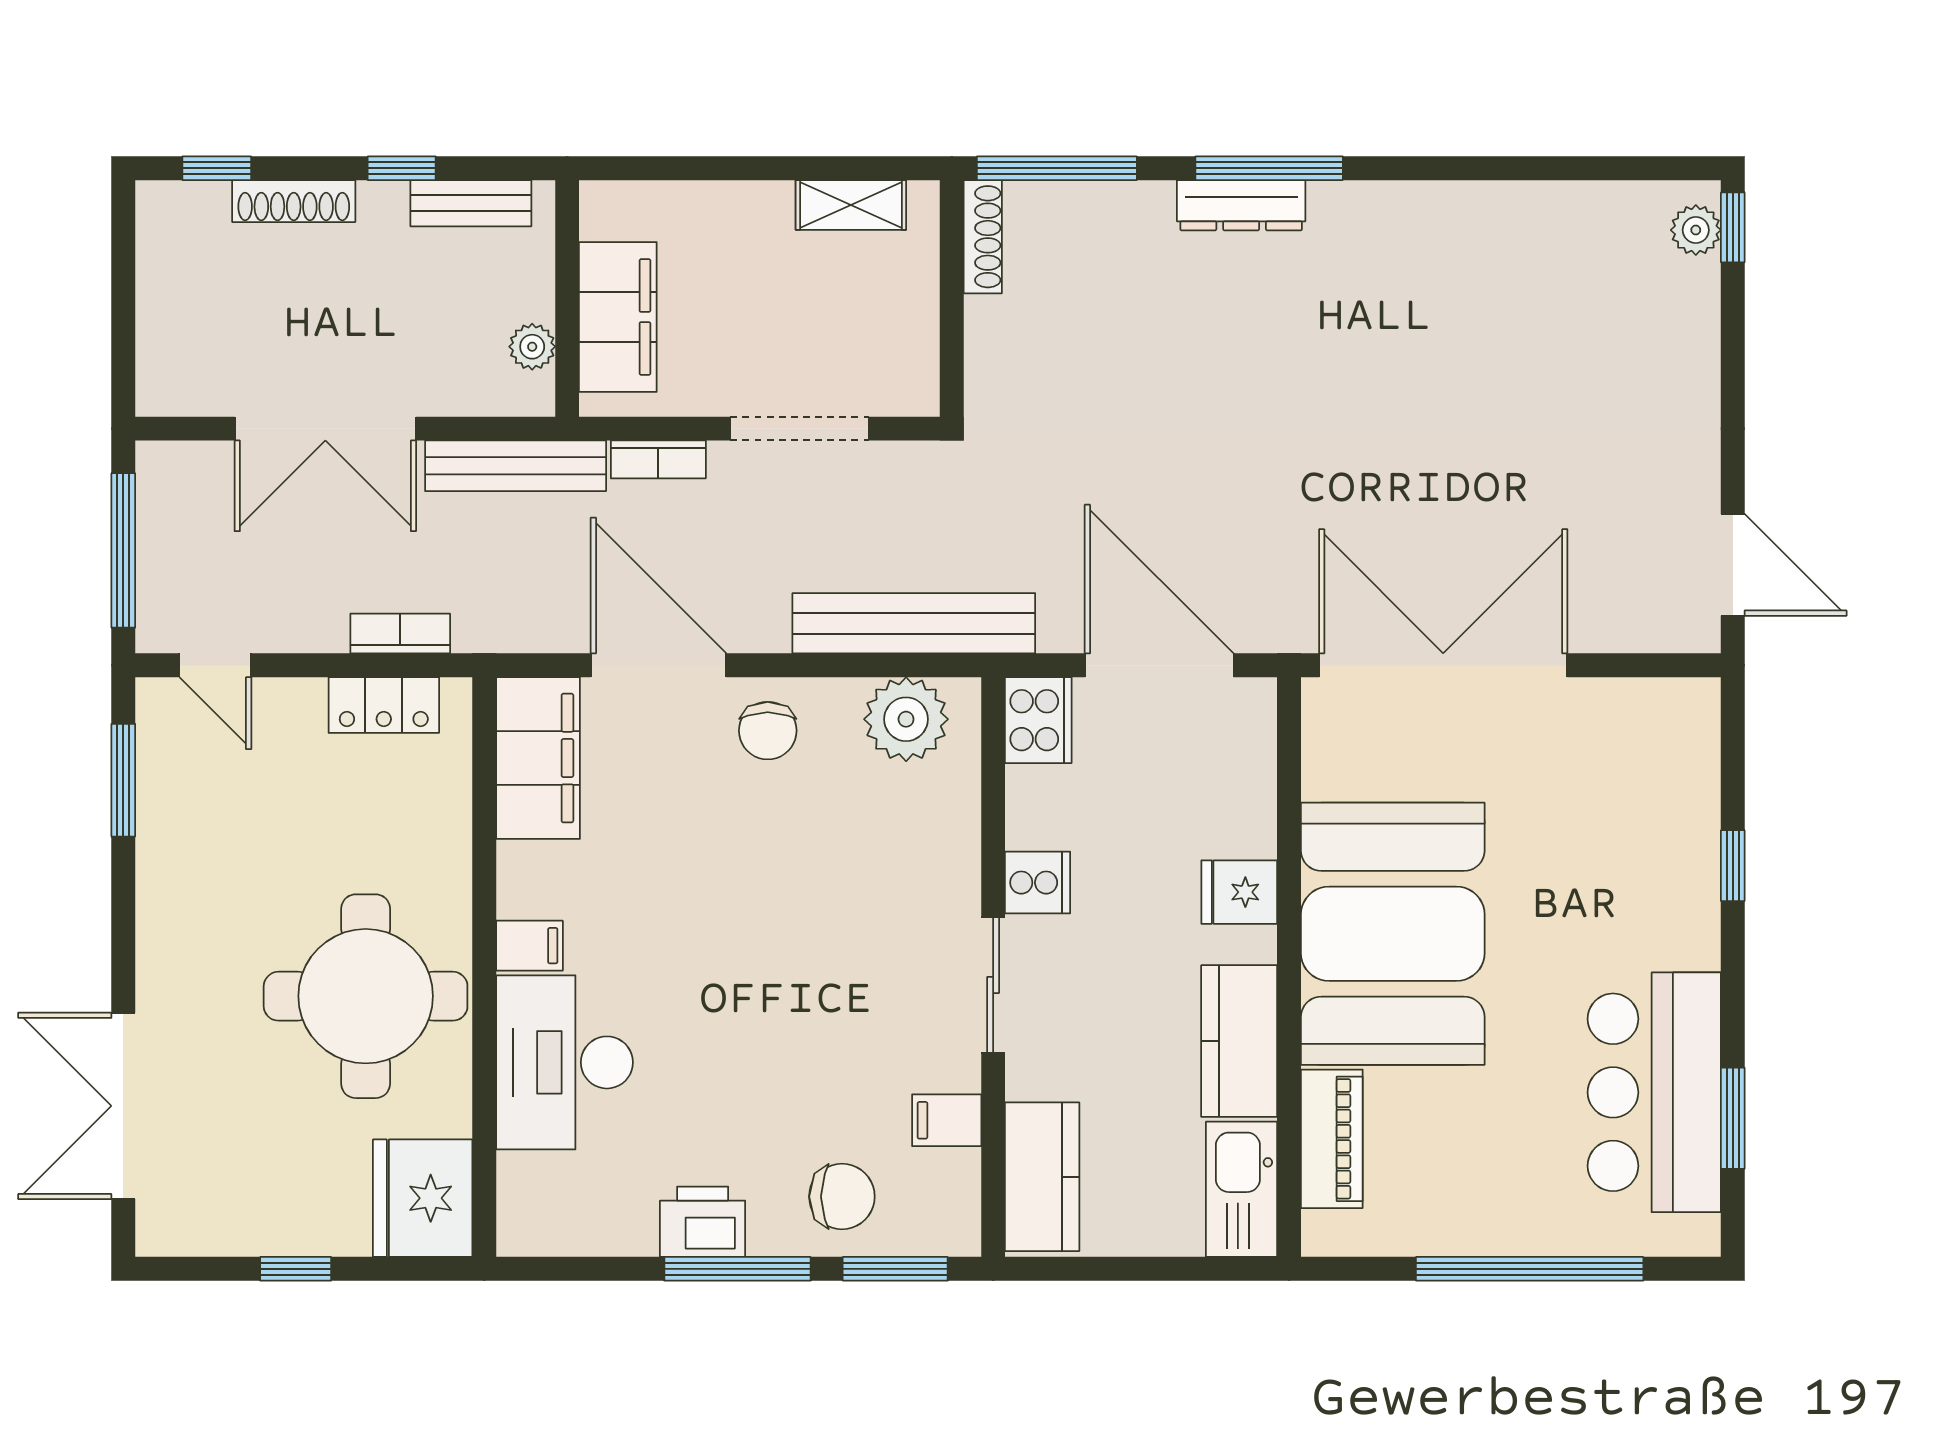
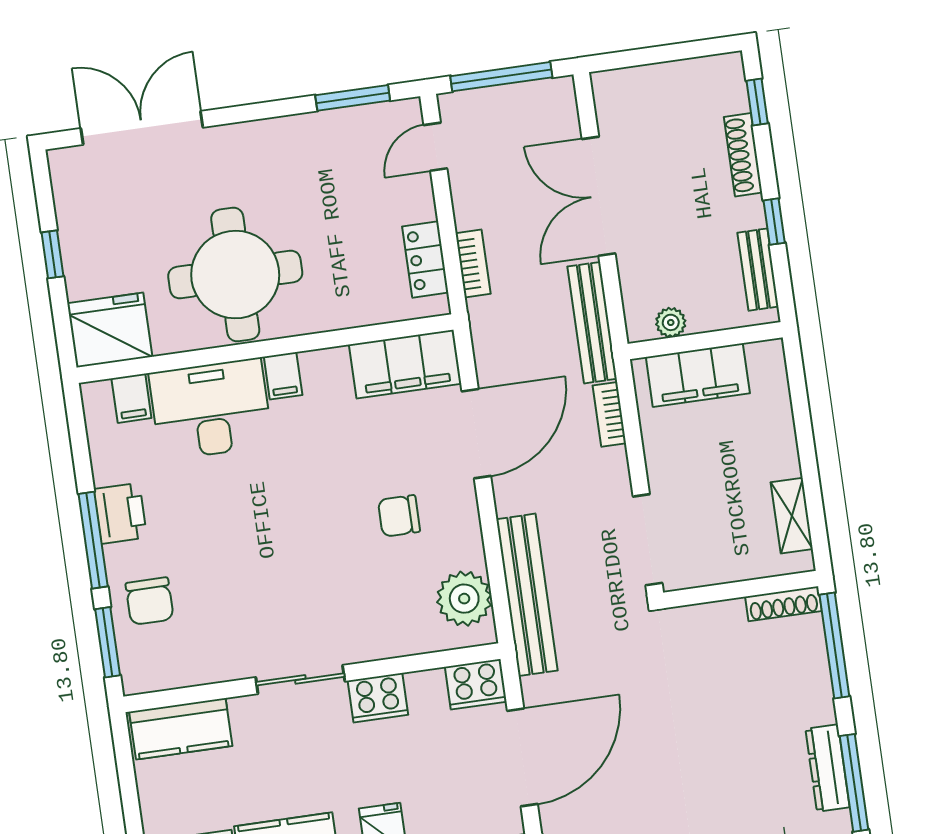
doorway: (800, 429) -> (648, 540), moved
chair: (768, 731) -> (399, 516), moved
cooker: (1038, 883) -> (378, 698), width x1.36
filing cabinet: (947, 1120) -> (131, 398), moved, turned 180

